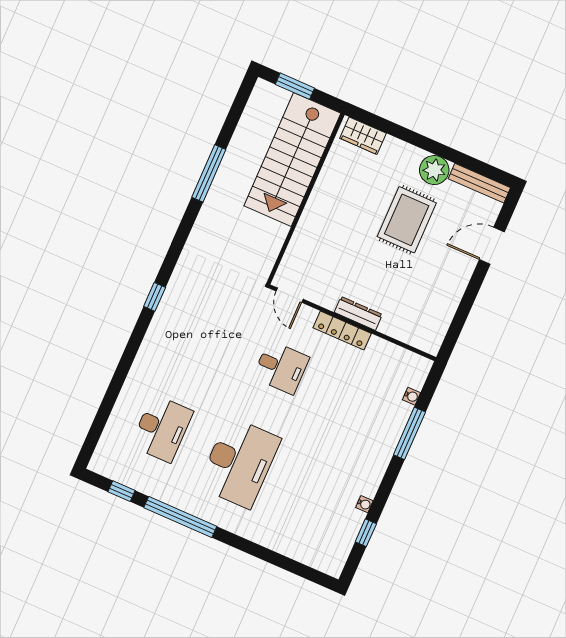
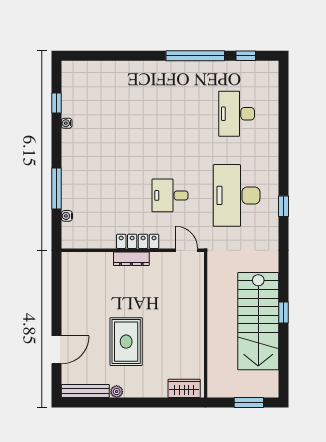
stairs: (292, 159) -> (258, 321), moved, turned 180
plant: (434, 170) -> (117, 392), width x0.53, depth x0.53
window: (209, 173) -> (283, 312), width x0.46
desk: (239, 462) -> (237, 195), moved

